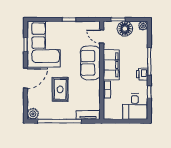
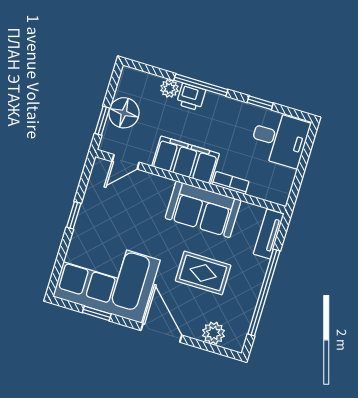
plant: (143, 26) -> (169, 88), moved
sofa: (90, 63) -> (203, 209), moved
printer: (142, 74) -> (191, 97), moved
plant: (33, 114) -> (213, 333), moved

